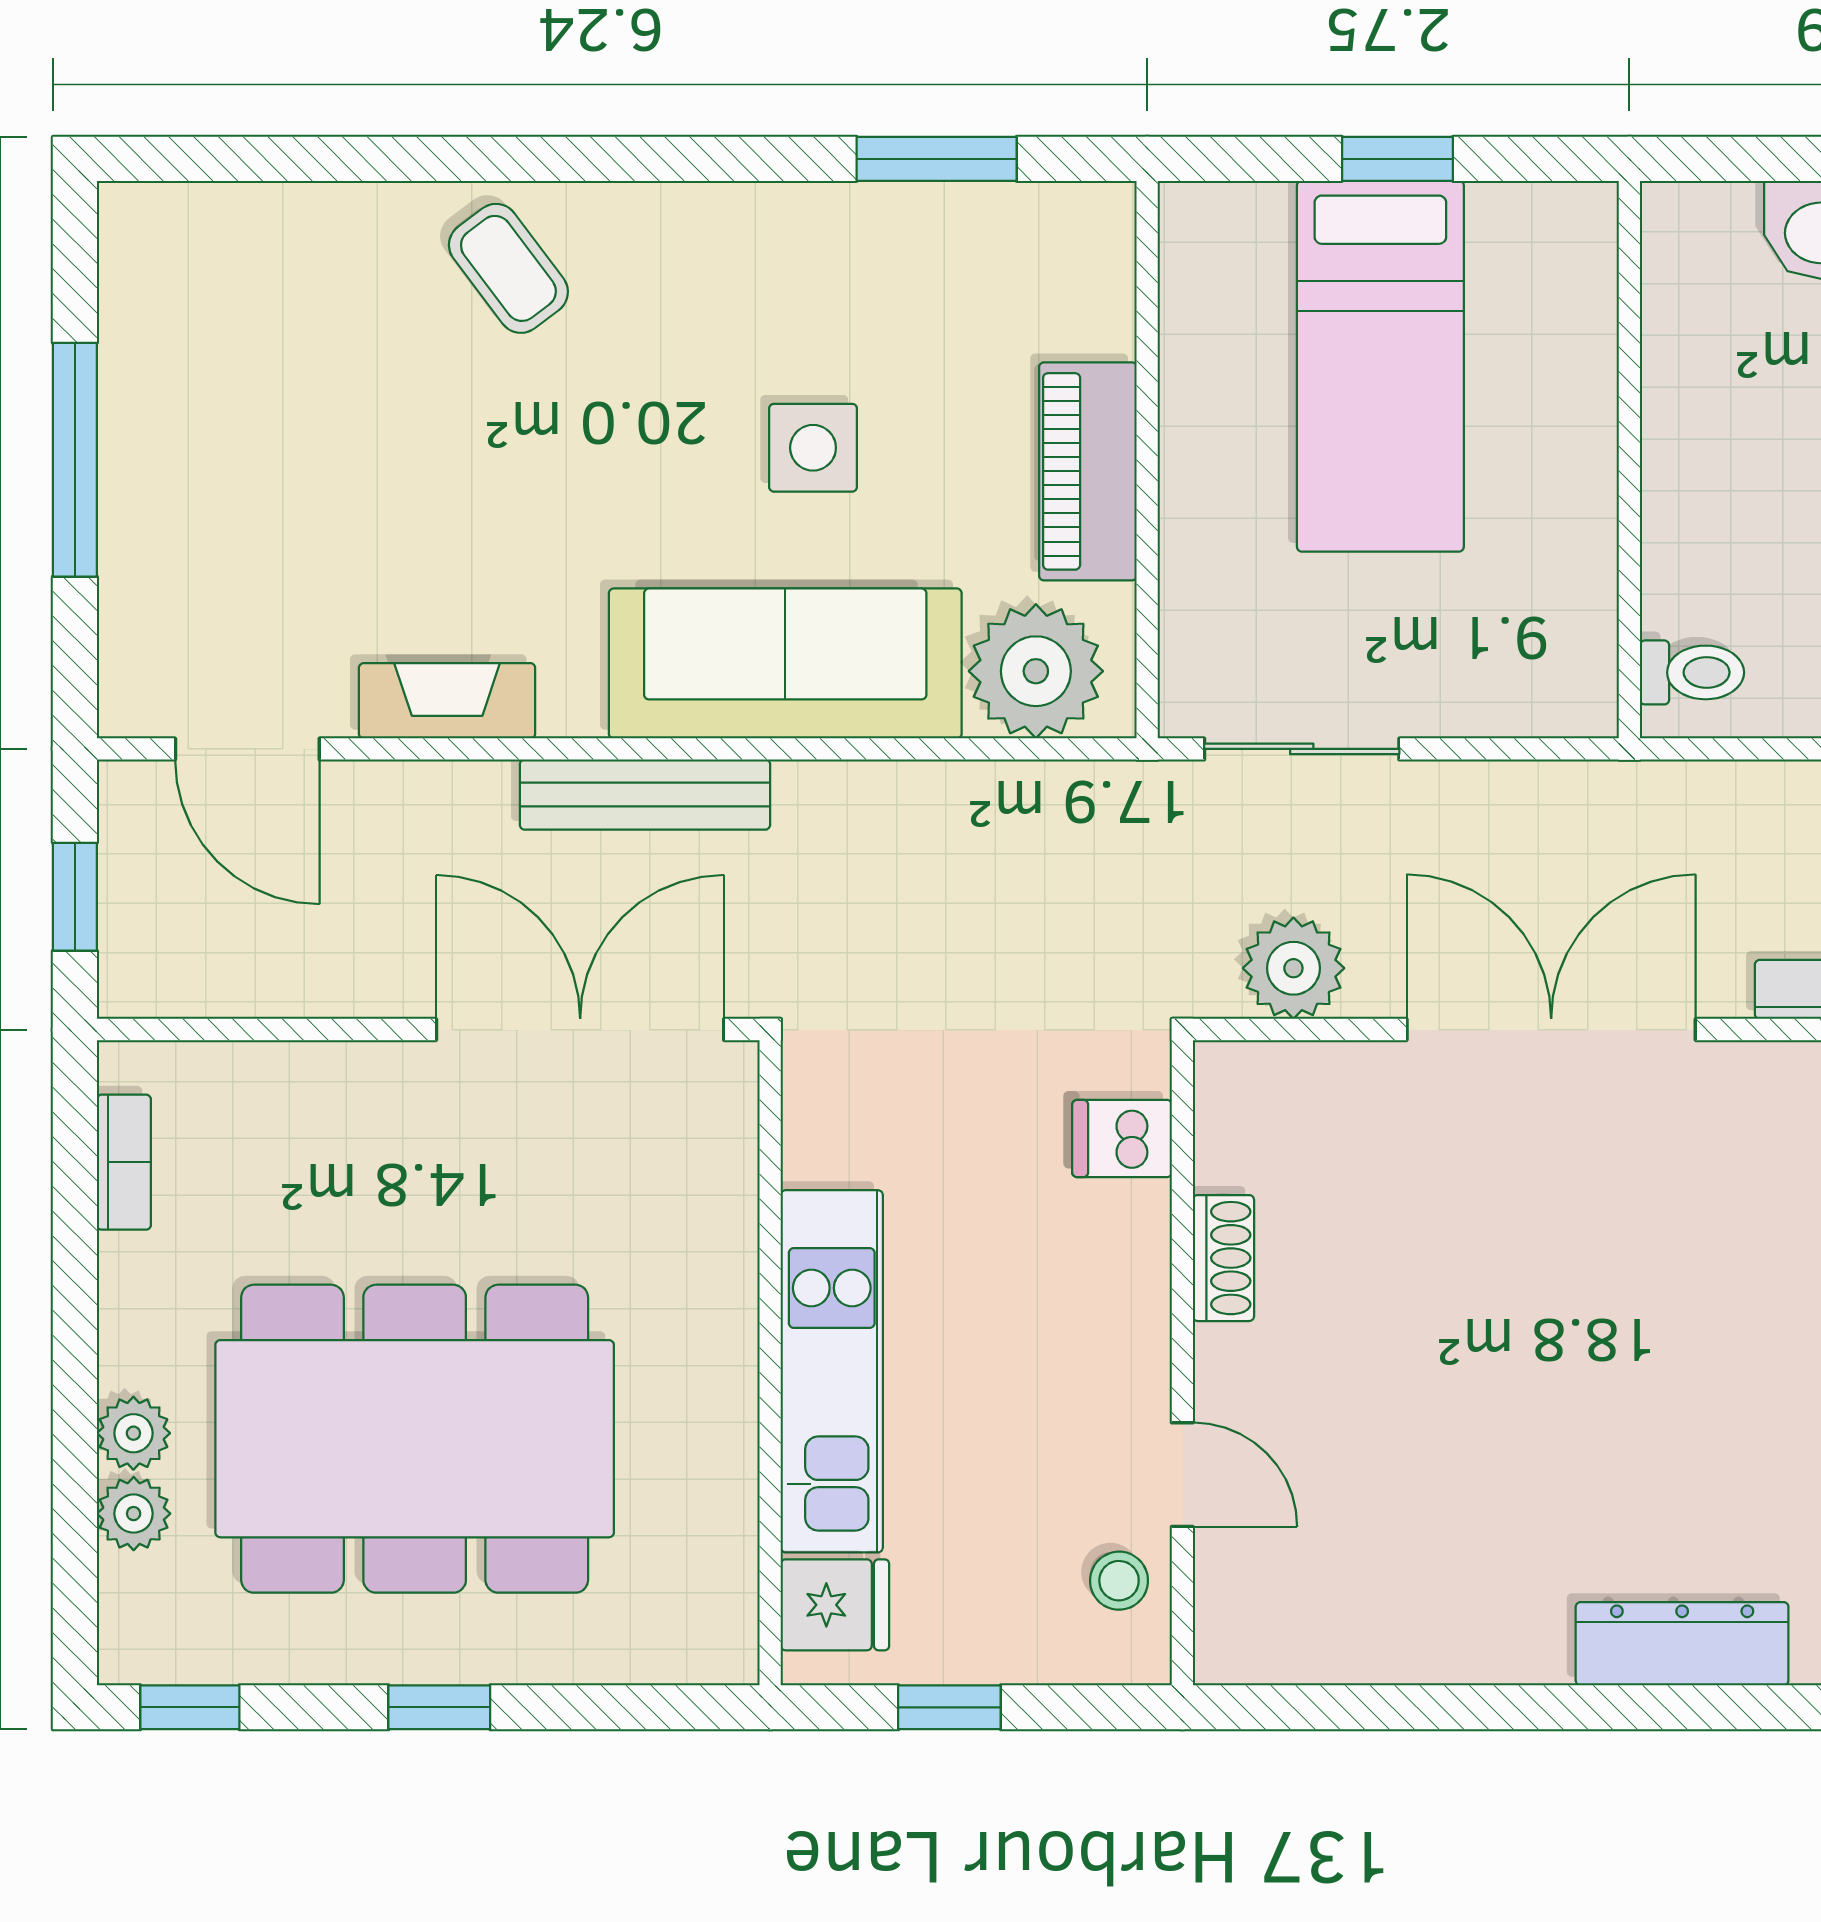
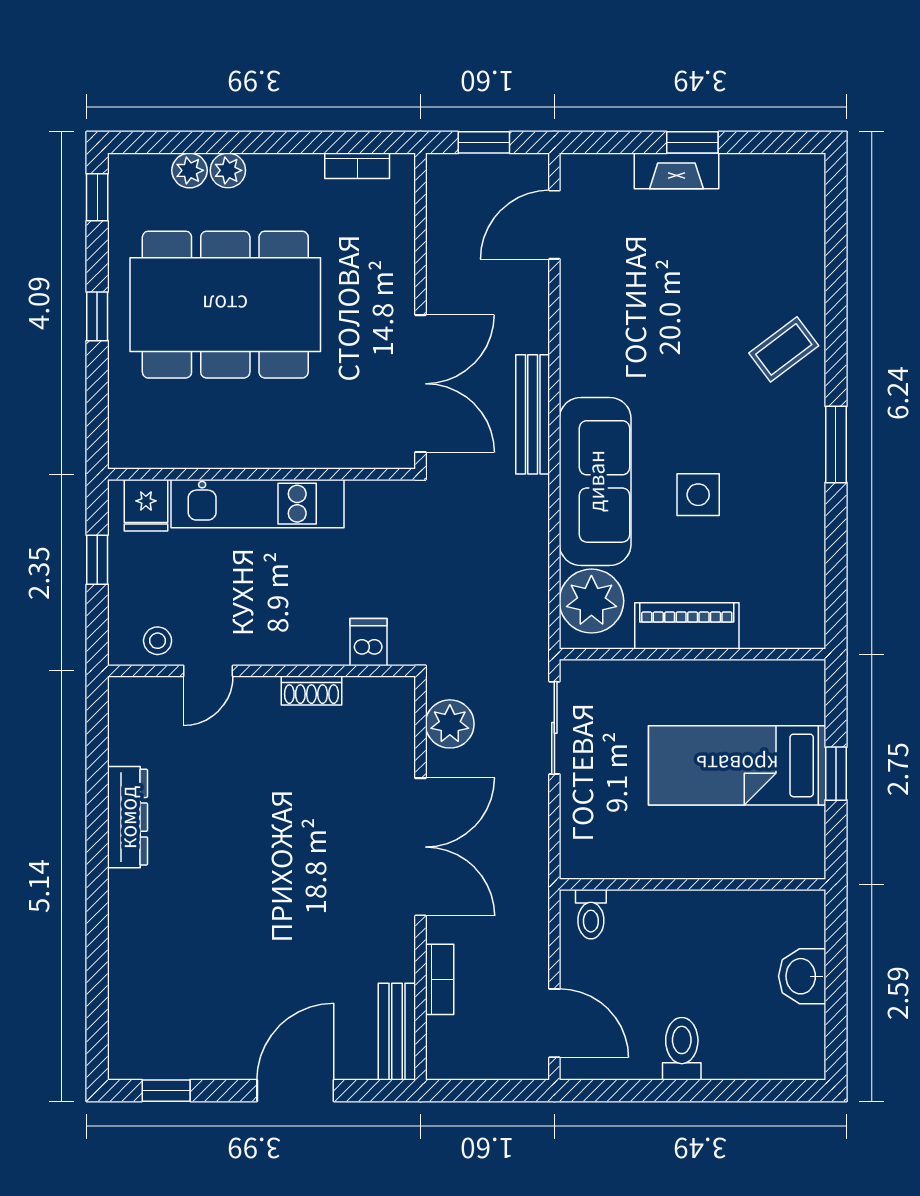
window: (937, 159) -> (836, 444), moved
window: (75, 460) -> (692, 142), width x0.46
fireplace: (447, 701) -> (676, 171), moved, turned 90
dining table: (415, 1439) -> (225, 305), turned 90
dresser: (1682, 1644) -> (127, 817), moved

